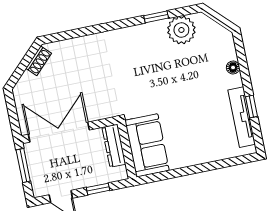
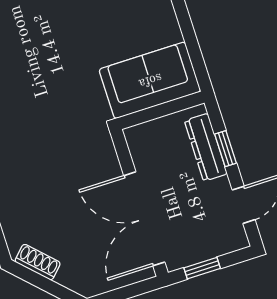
dresser: (114, 146) -> (206, 147), moved, turned 90
window: (23, 166) -> (202, 268), width x0.67

